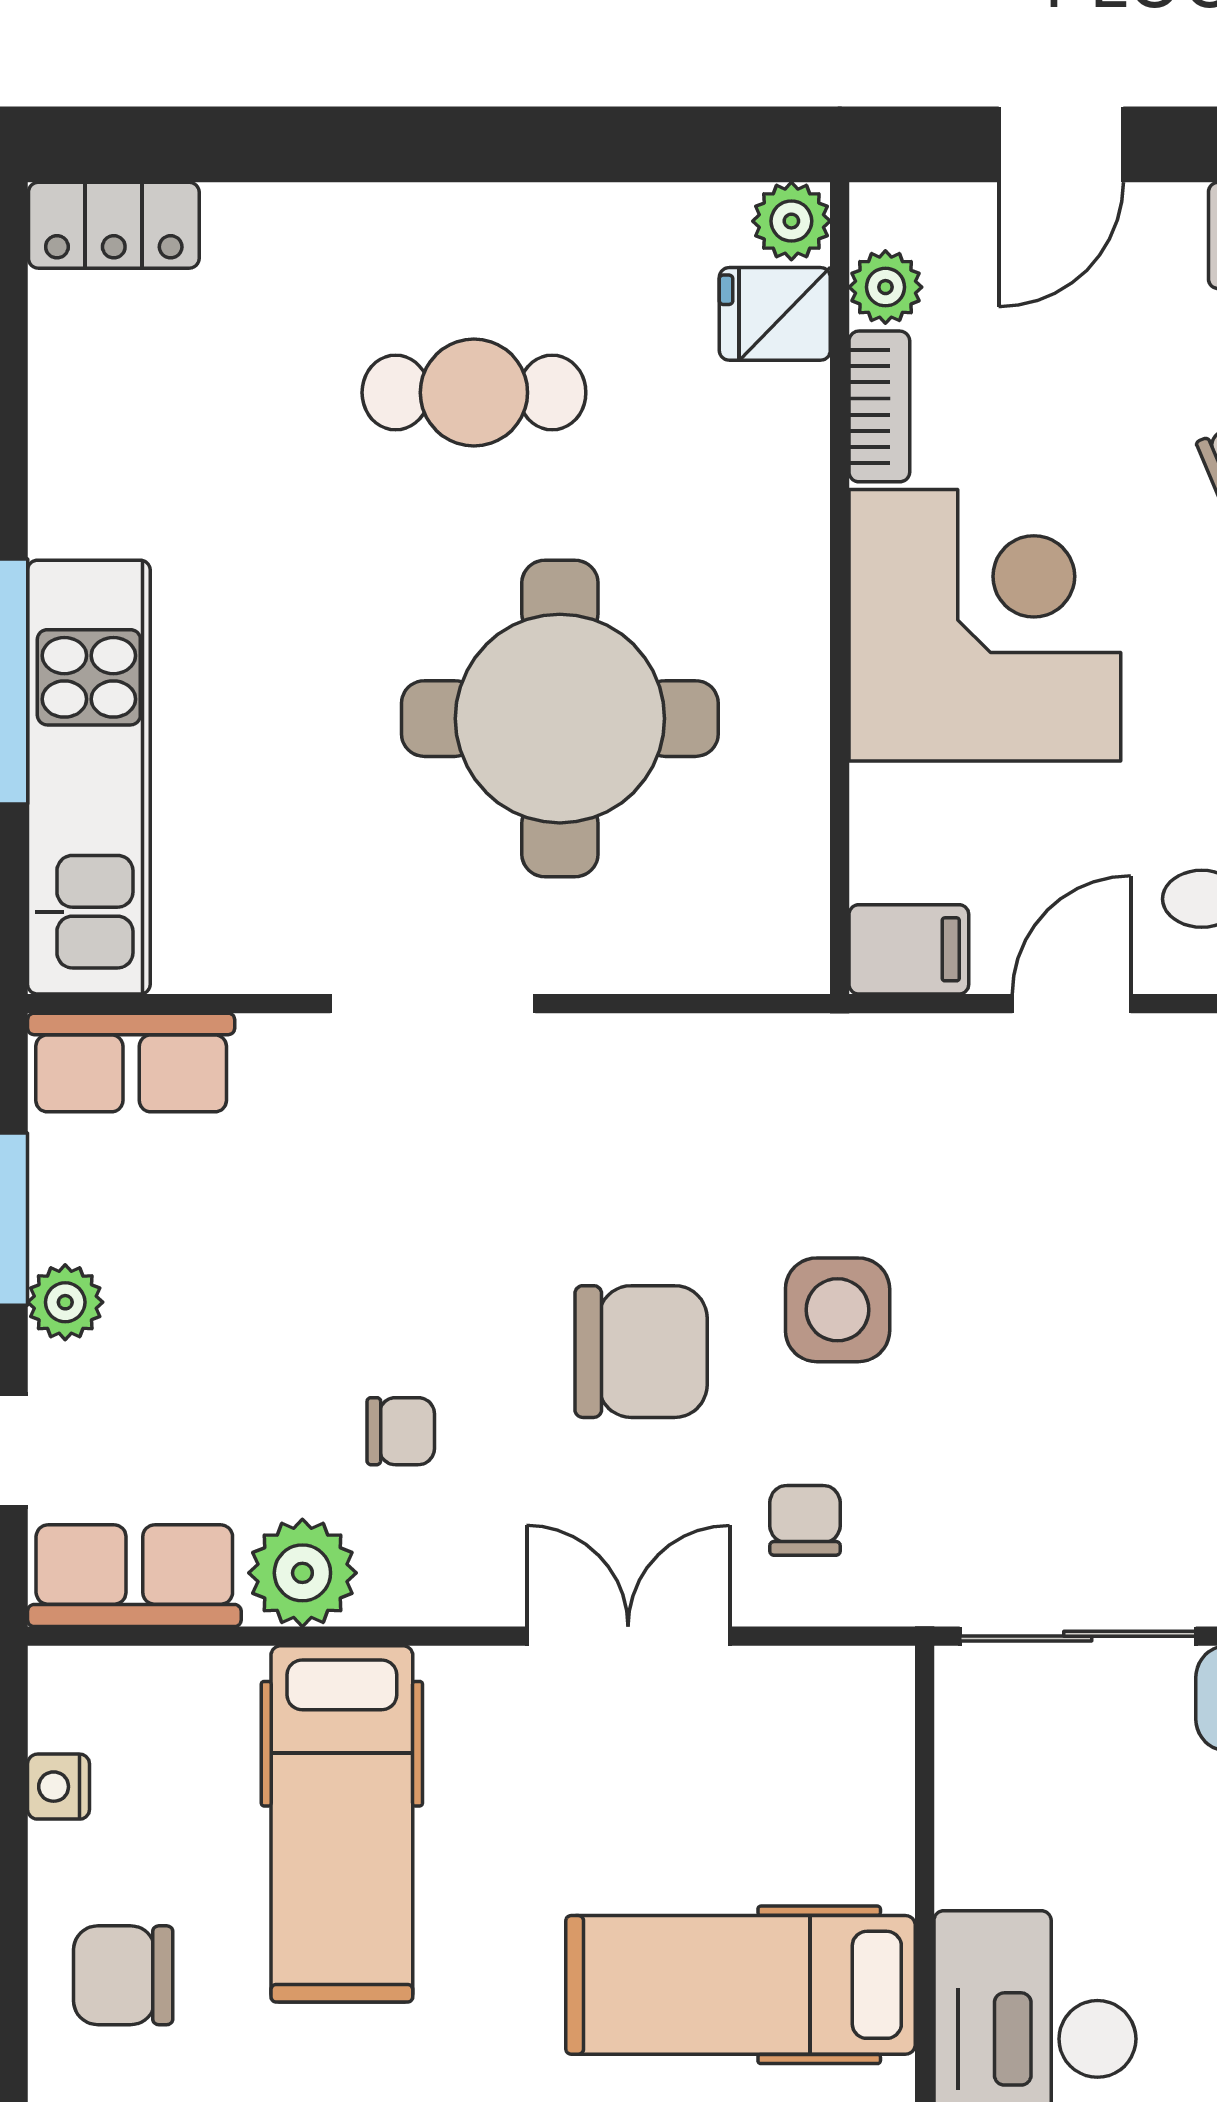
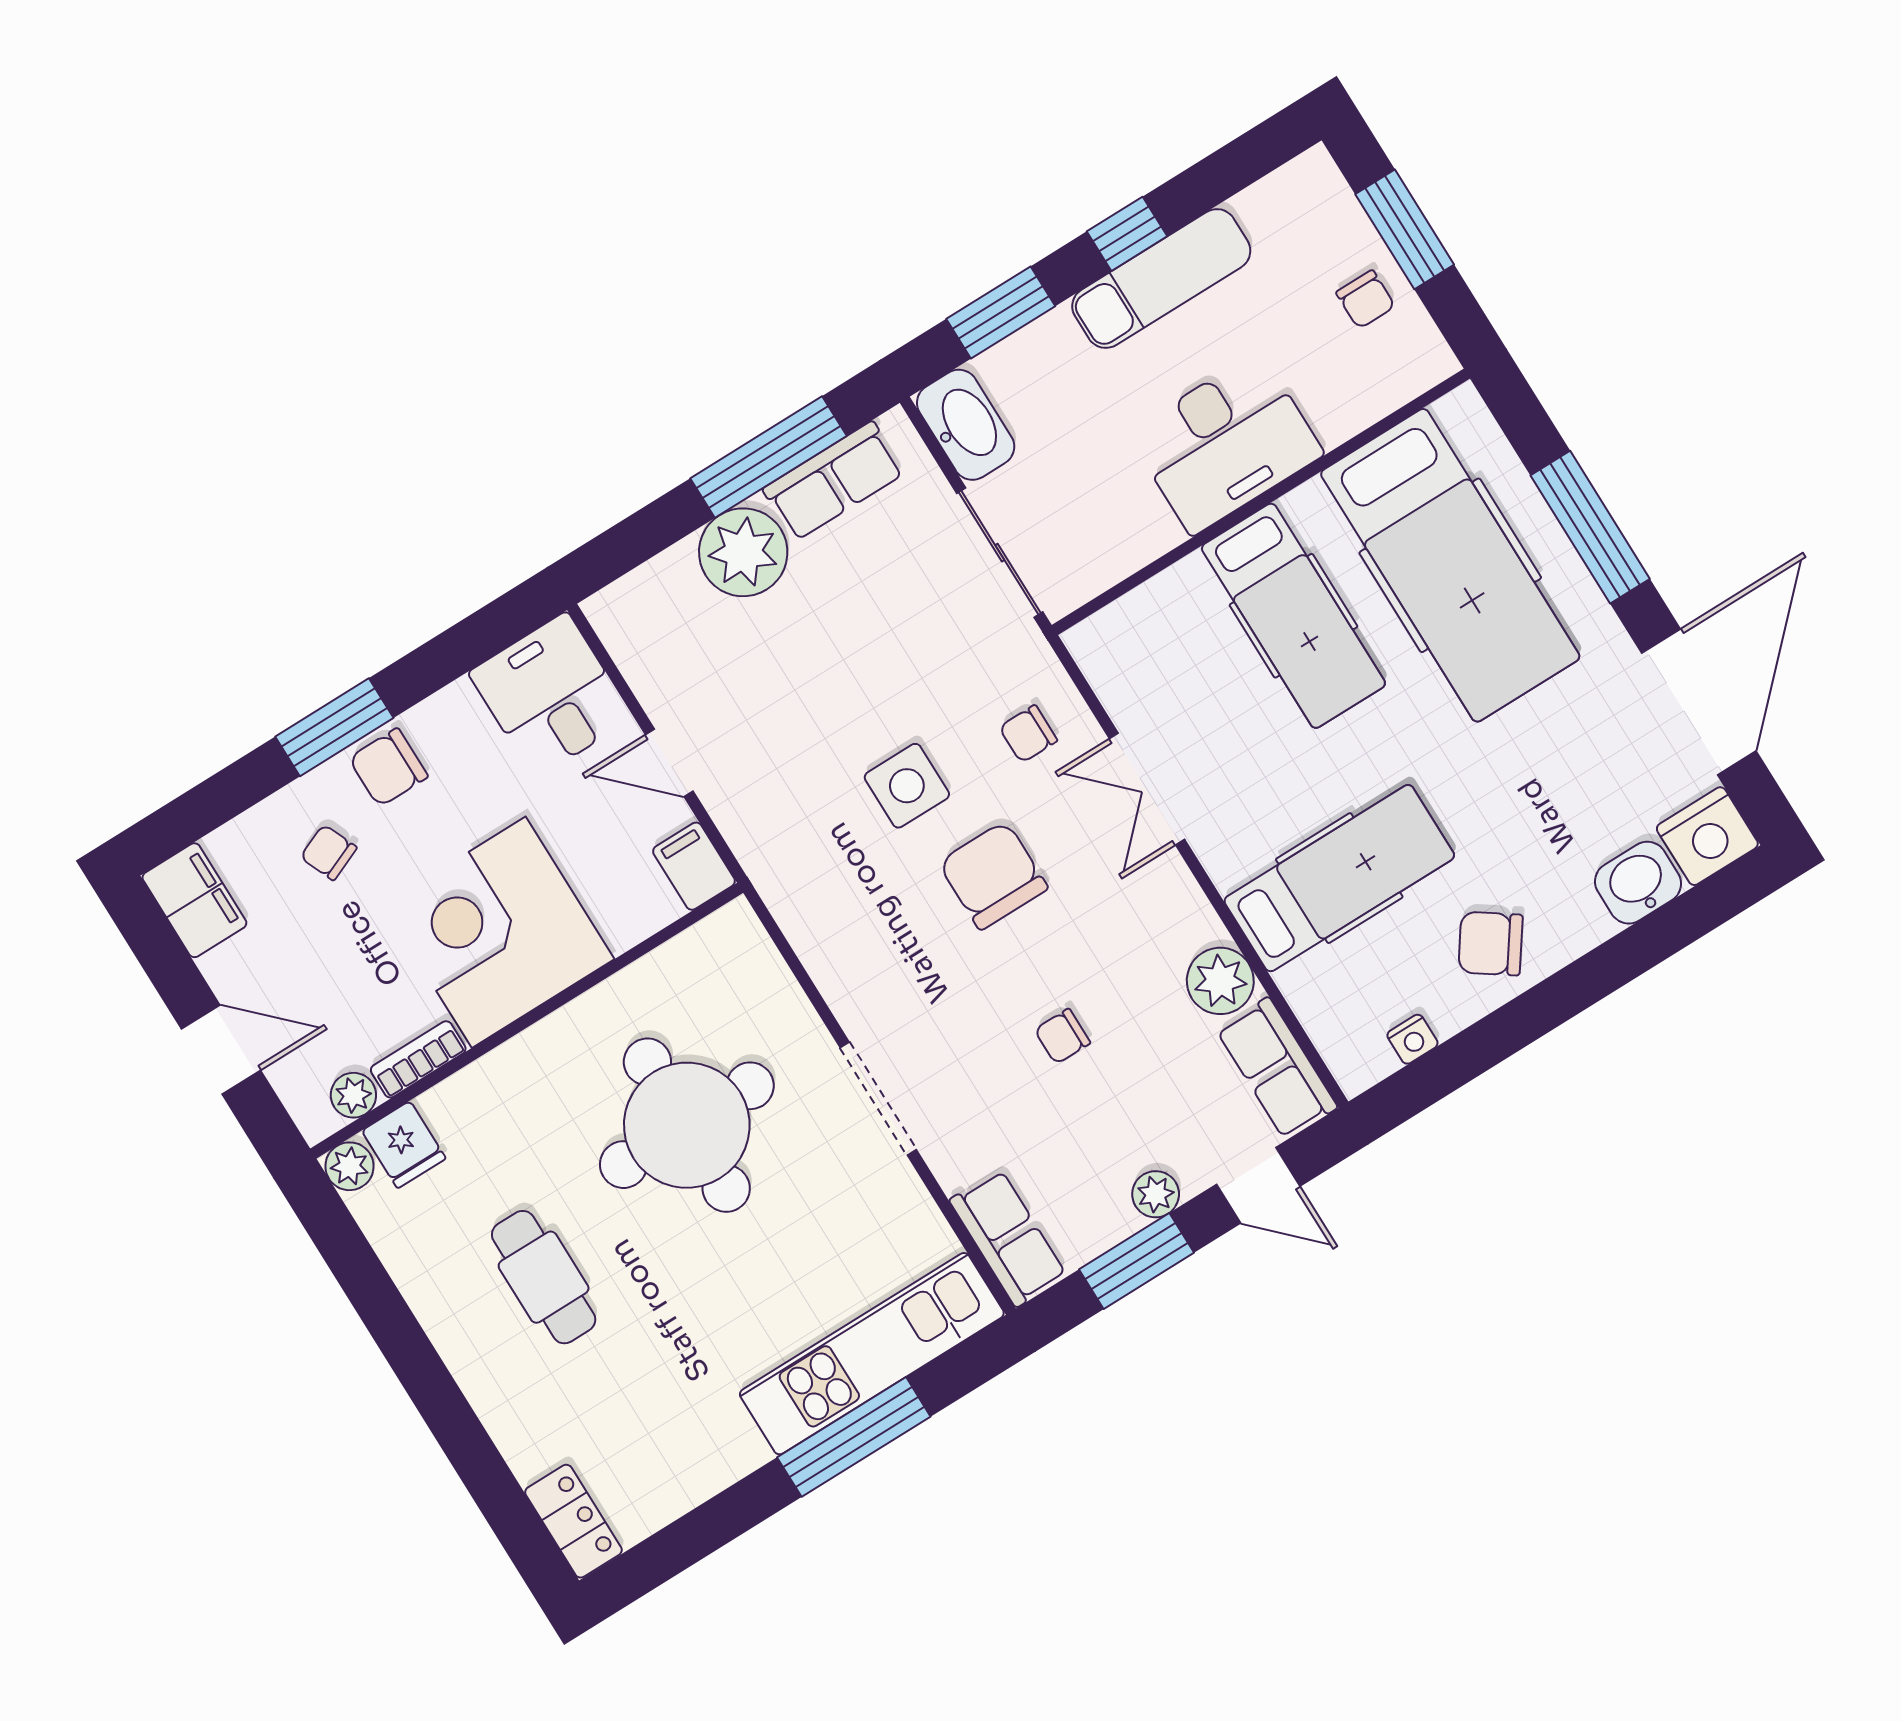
chair: (401, 1431) -> (1062, 1036), moved, turned -90
chair: (123, 1975) -> (1490, 944), turned 125

